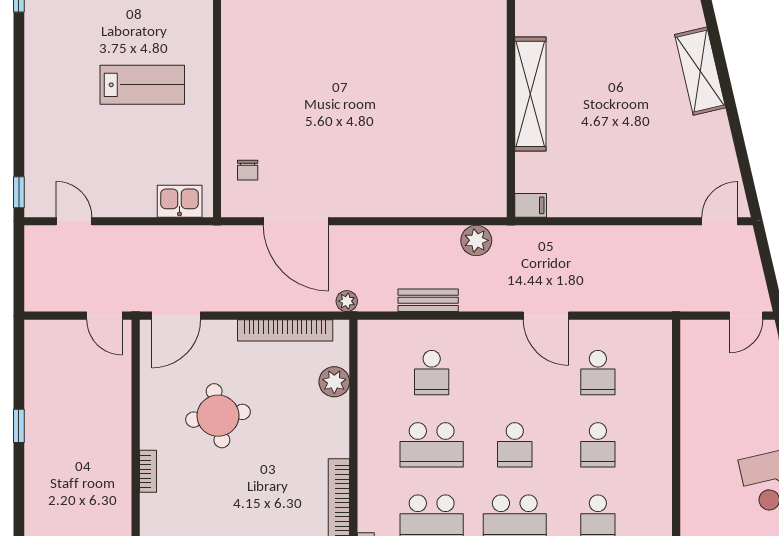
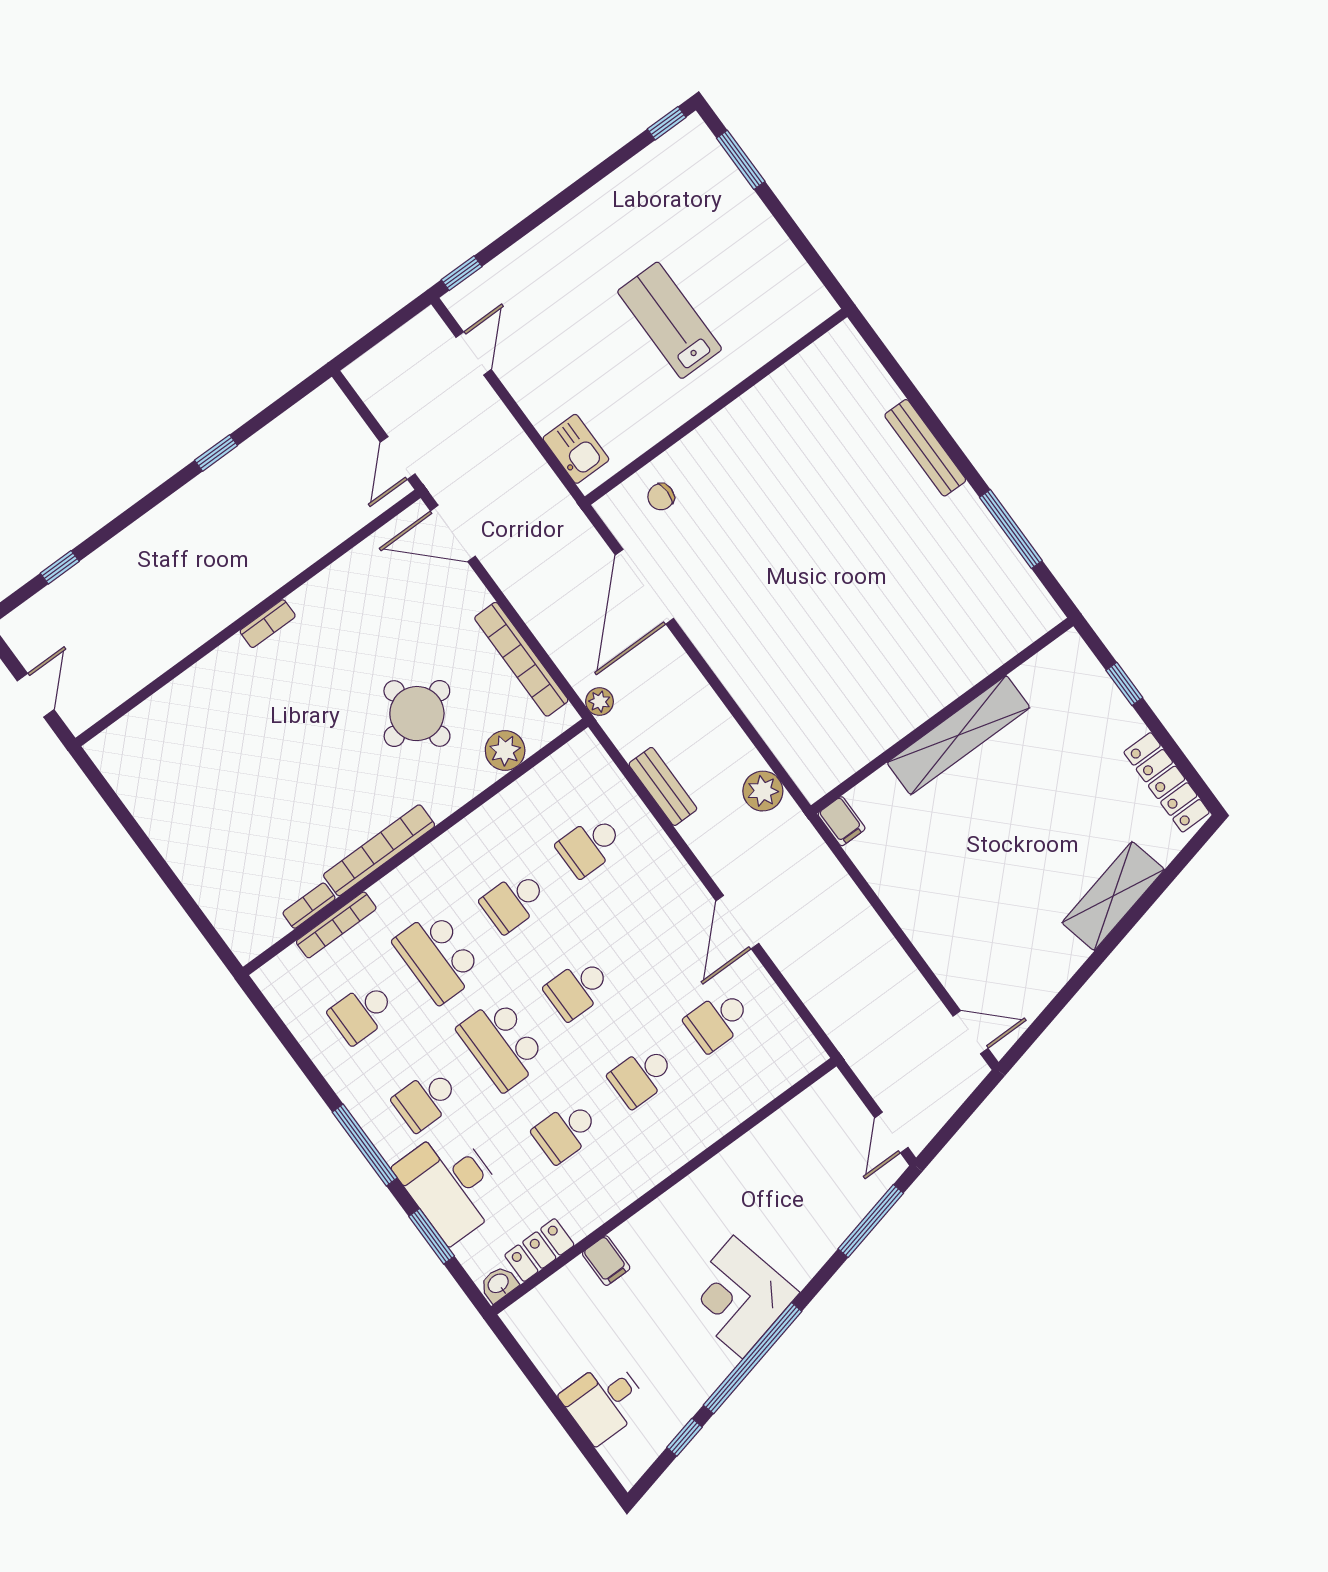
lab bench: (142, 85) -> (670, 320), turned 180
door: (746, 316) -> (891, 1133), hinge flipped
round table: (218, 416) -> (417, 714), moved
school desk: (432, 445) -> (514, 901), width x0.54

